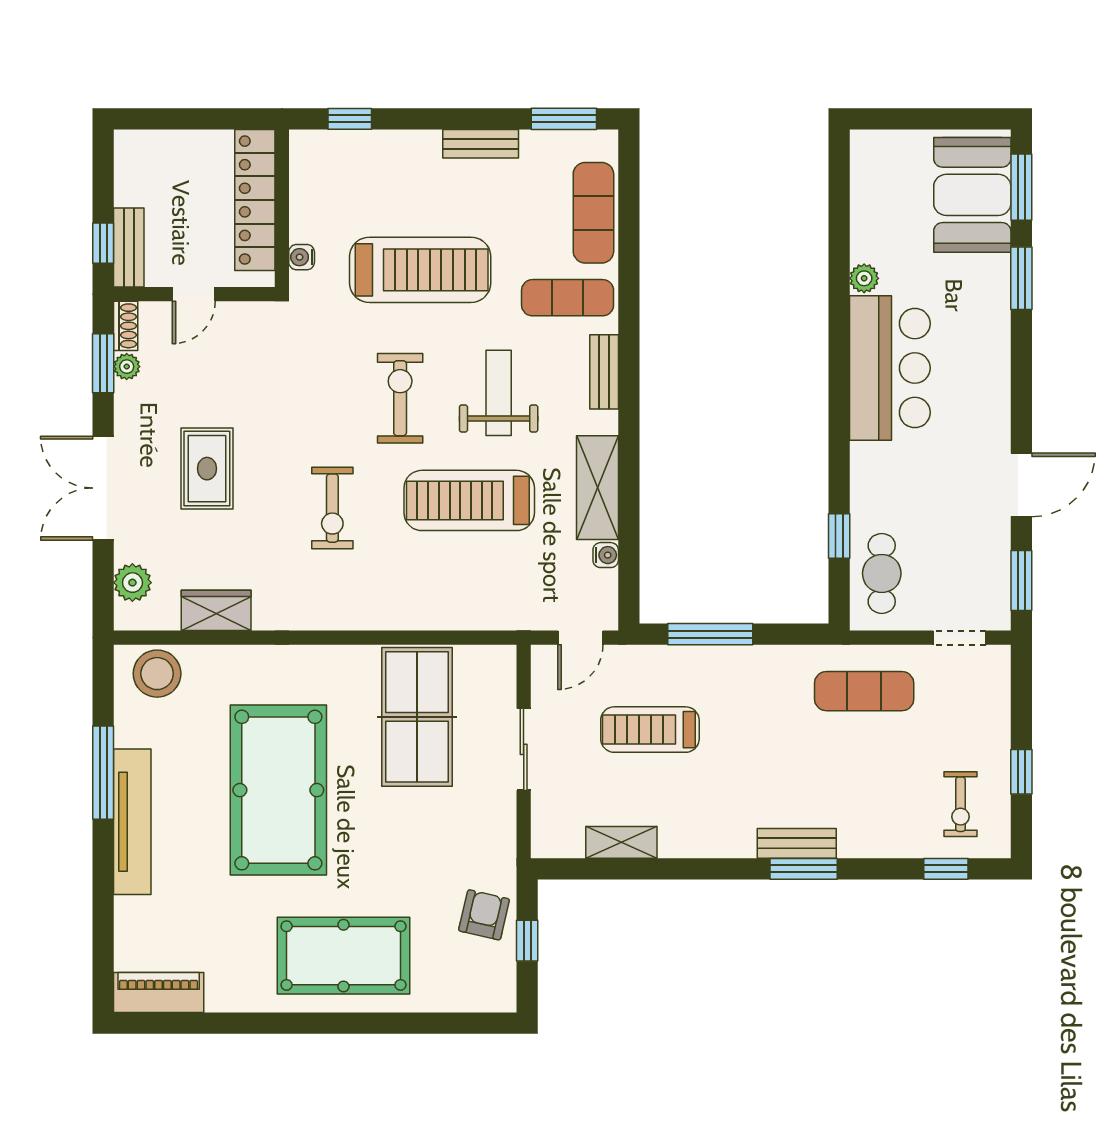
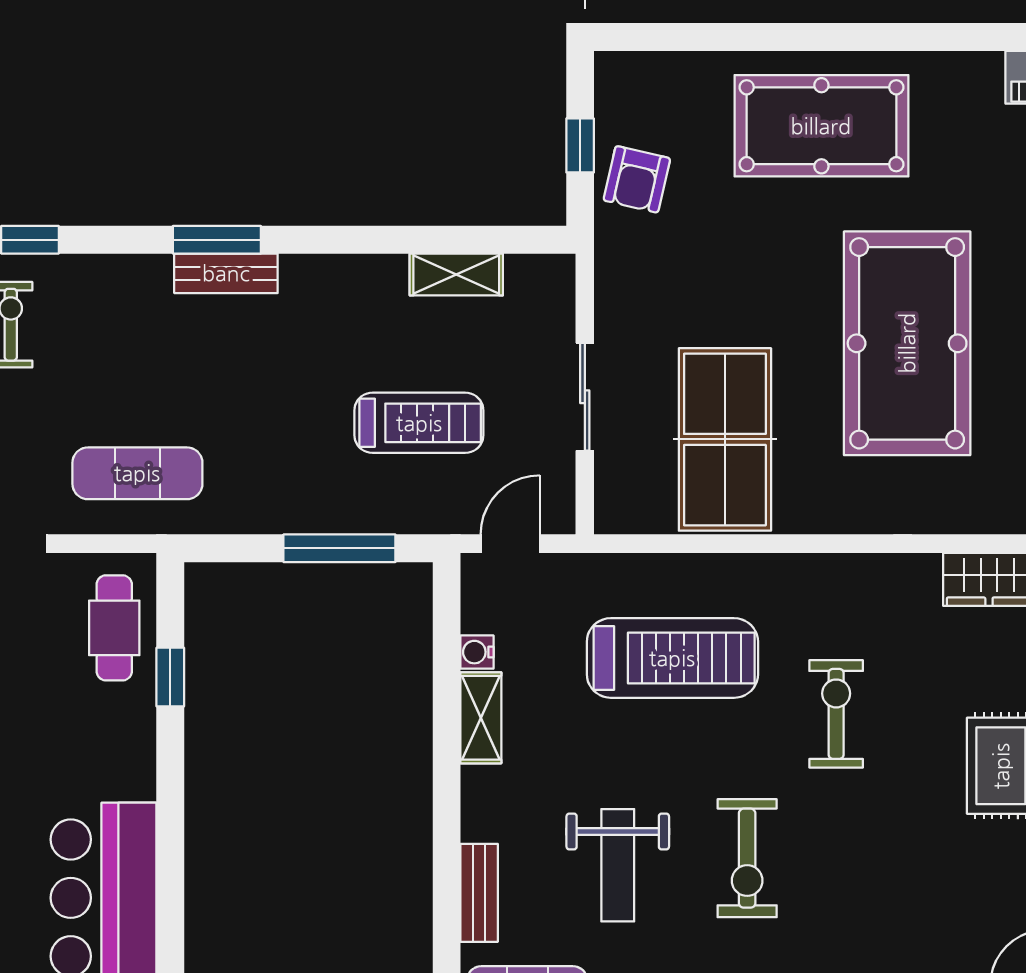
shelving: (598, 488) -> (481, 718), width x0.67, depth x0.75
treadmill: (469, 500) -> (672, 658), moved

